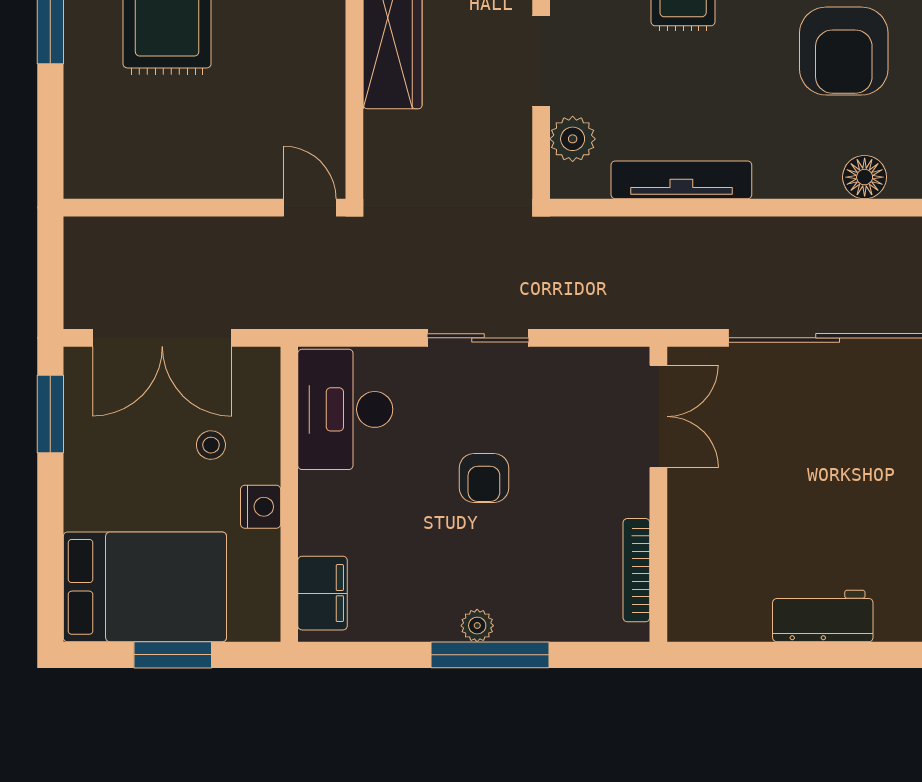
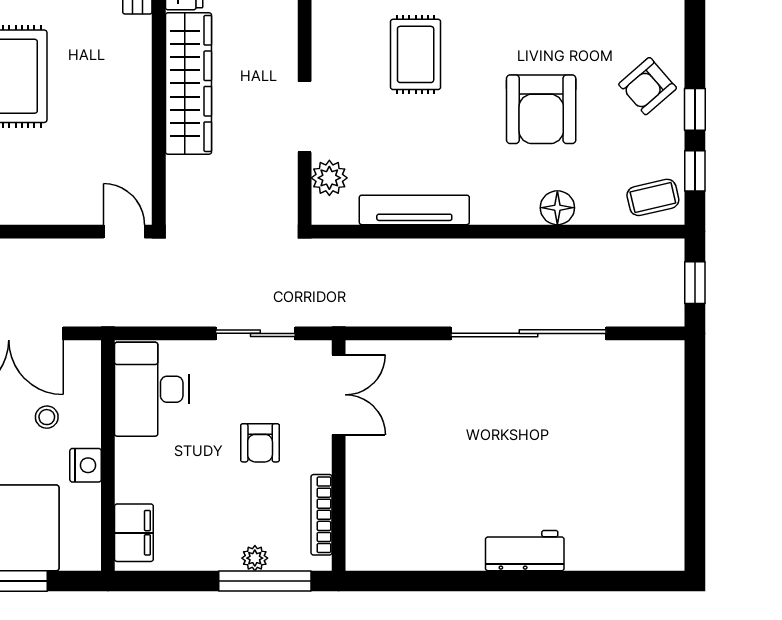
double door: (658, 416) -> (339, 395), moved
wall: (658, 494) -> (339, 455), moved
bookcase: (636, 570) -> (321, 515), moved

